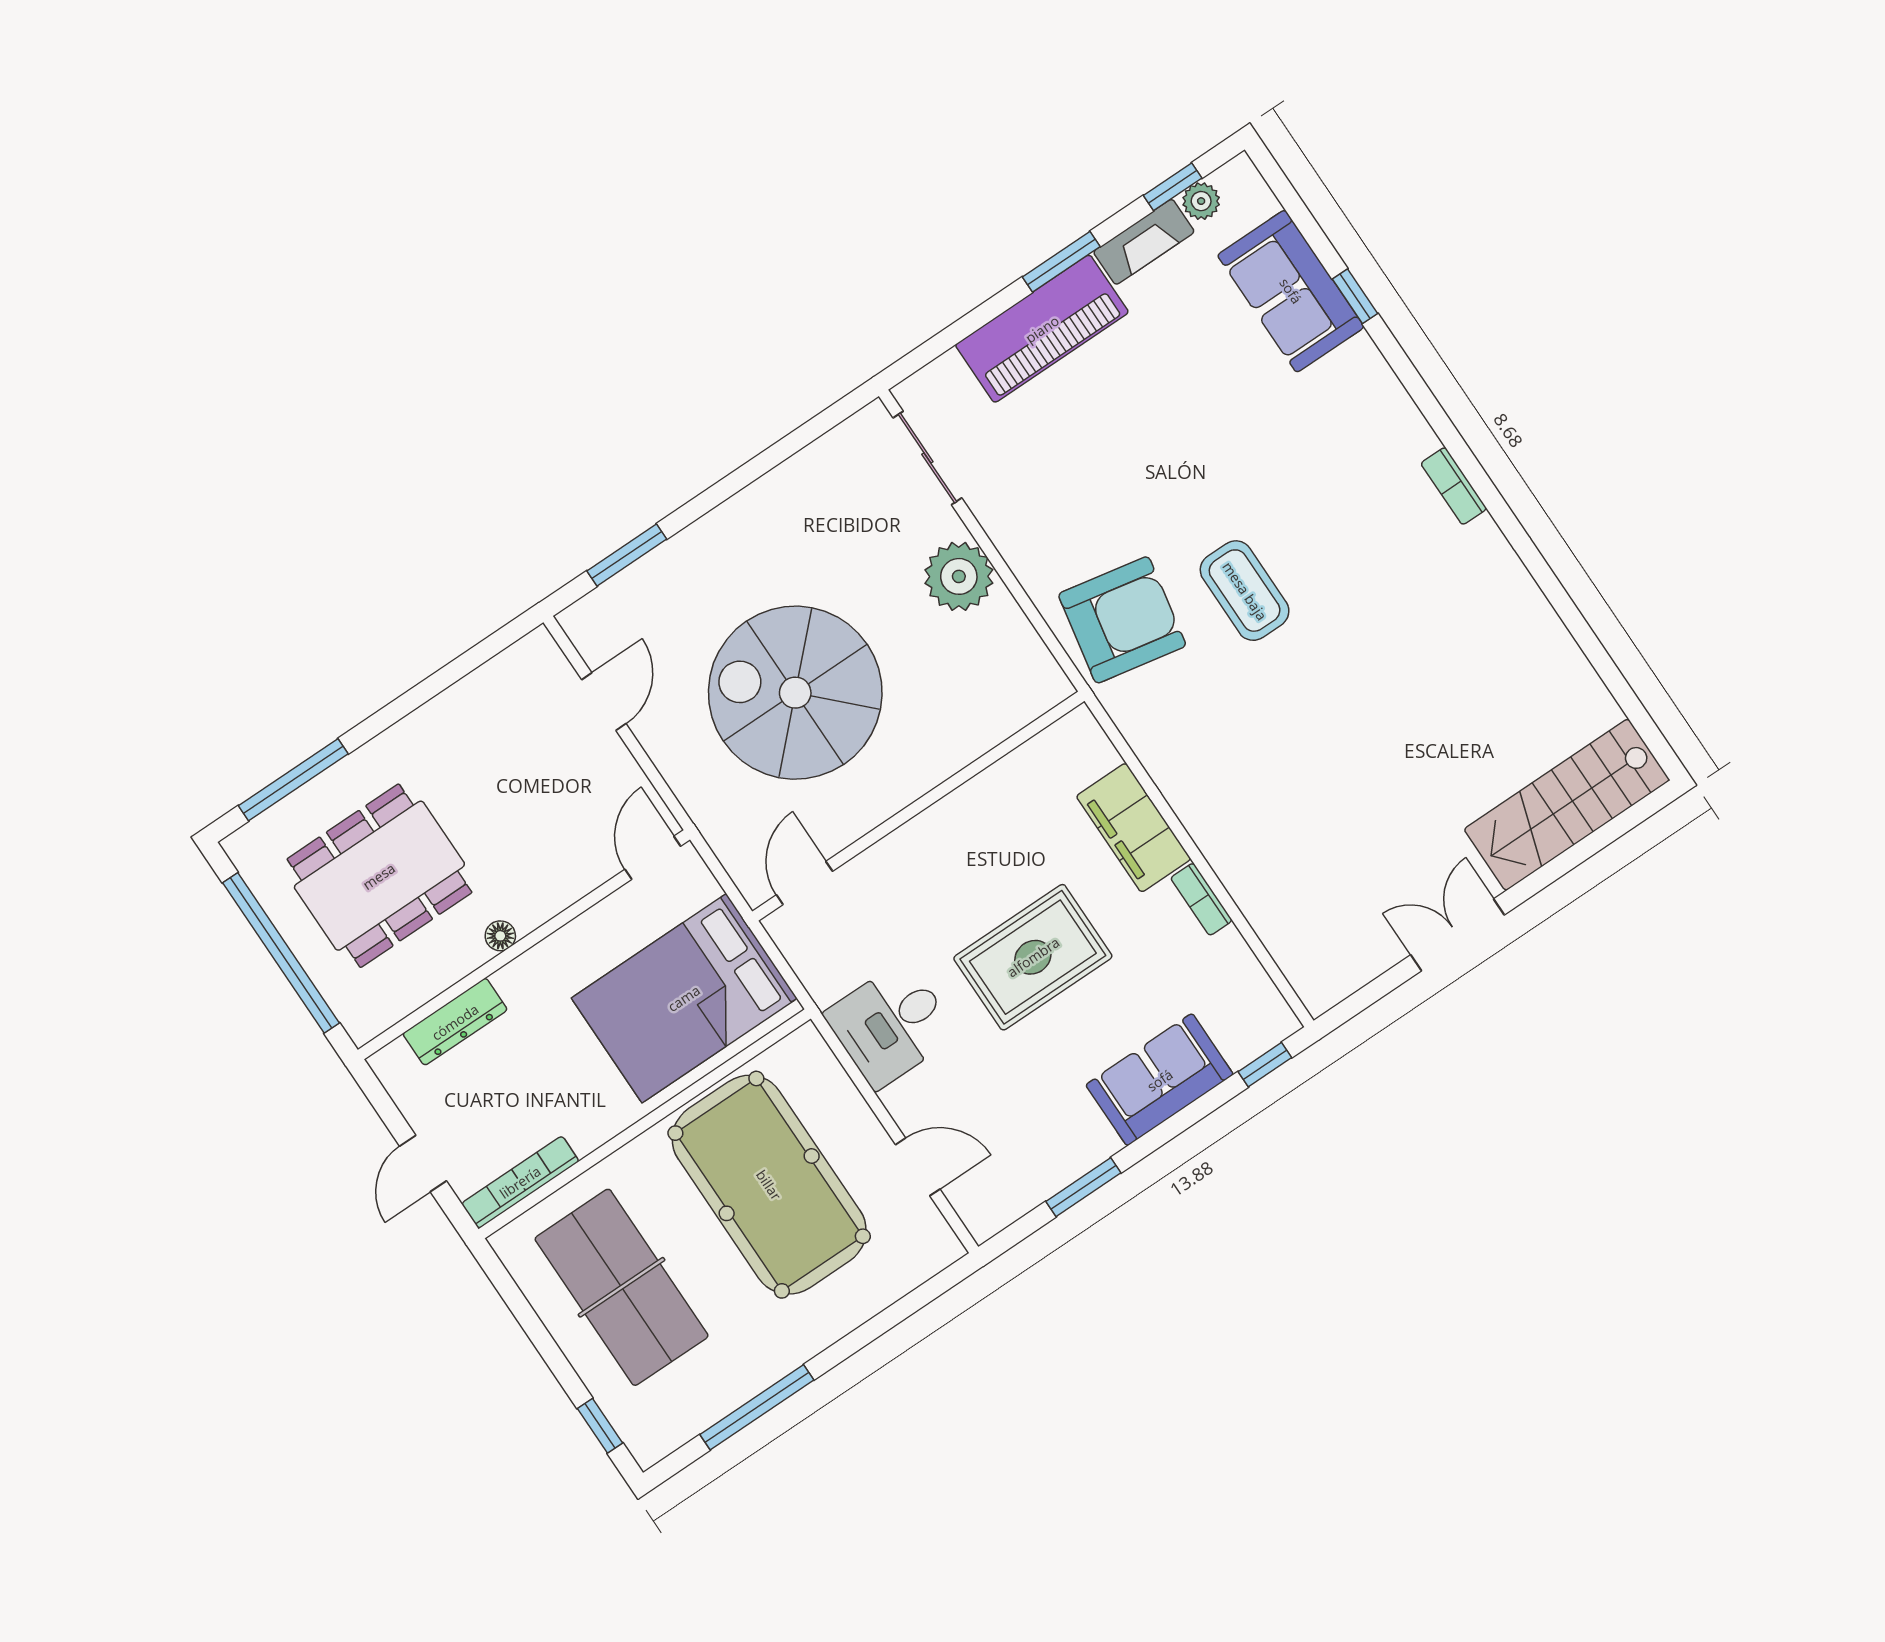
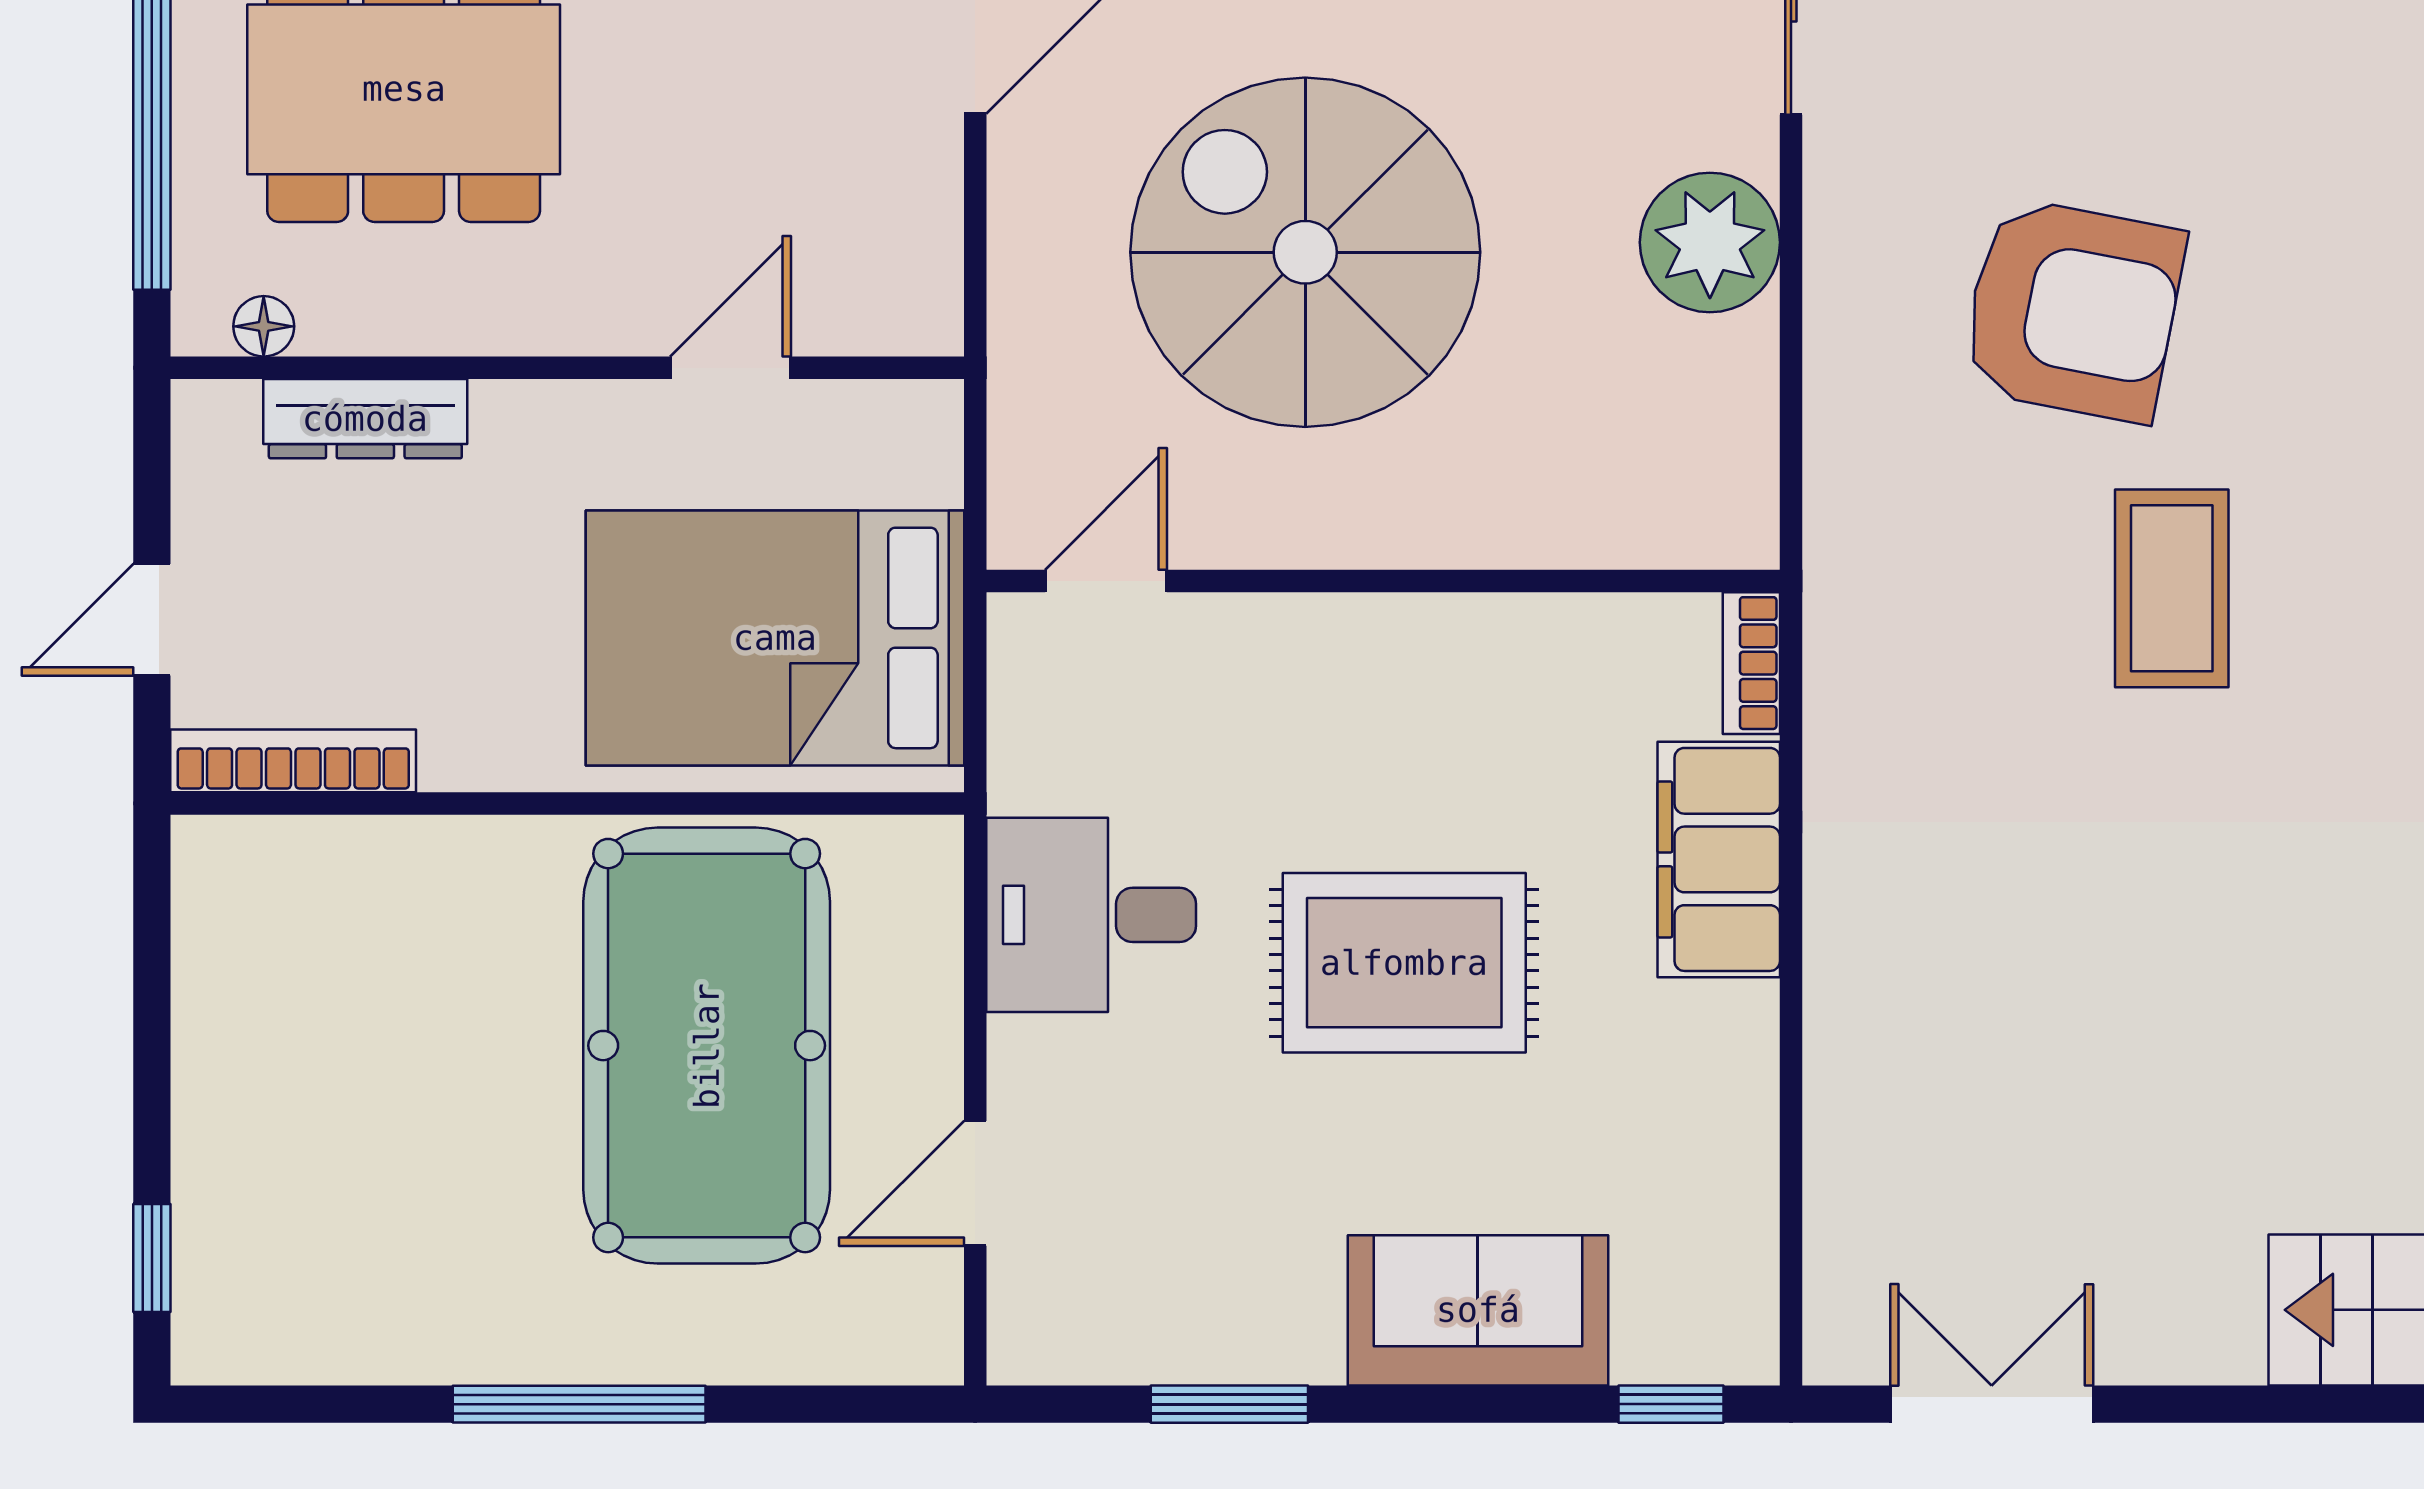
armchair: (1122, 620) -> (2073, 310), moved
door: (653, 858) -> (731, 368), moved
bookcase: (1201, 899) -> (1751, 663), moved
double door: (1457, 935) -> (1992, 1404), moved
floor lamp: (500, 936) -> (264, 326), moved
door: (918, 1167) -> (975, 1183), swing flipped
table tennis table: (622, 1287) -> (344, 1051), removed
window: (757, 1407) -> (579, 1404), moved

